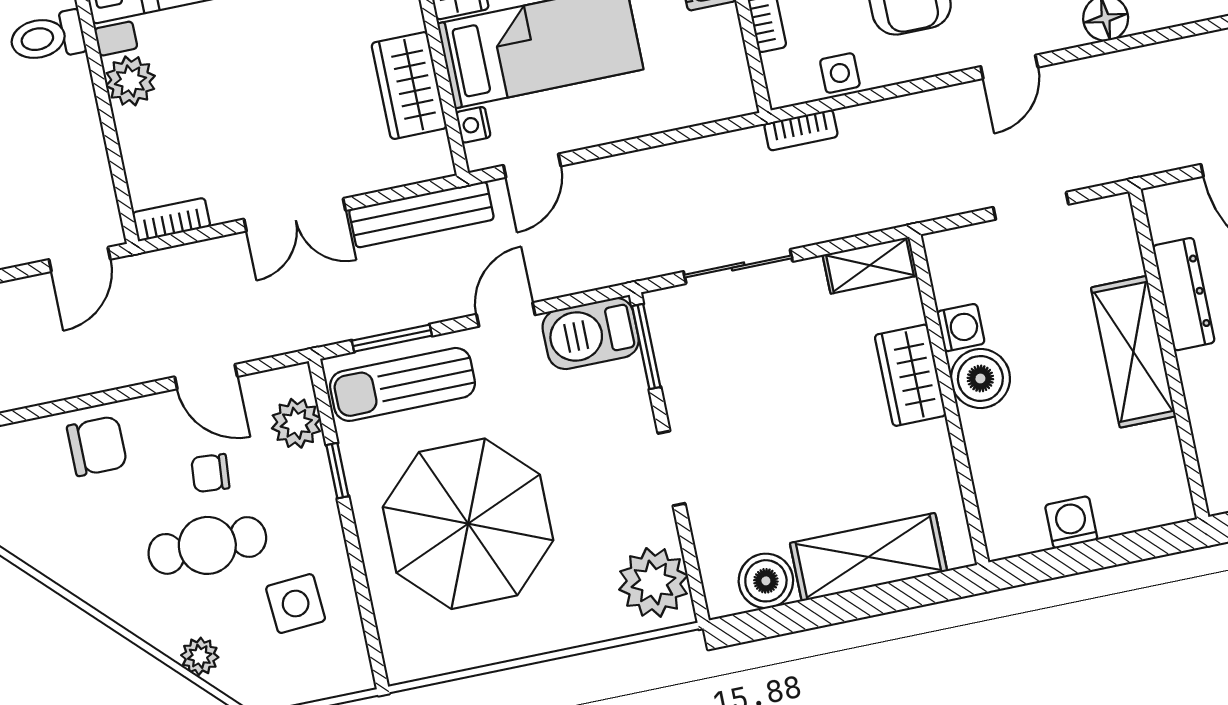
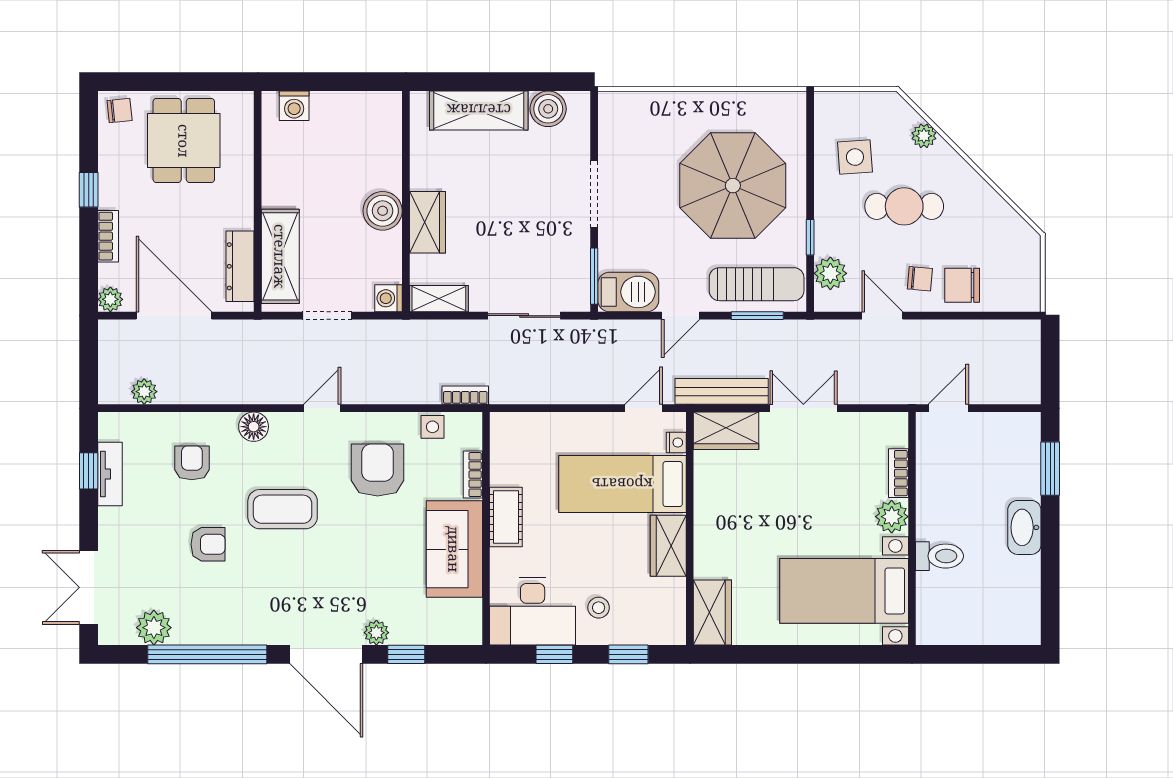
wardrobe: (409, 86) -> (726, 431), moved, turned 90
bookcase: (171, 220) -> (898, 473), moved, turned 90
dresser: (1184, 294) -> (240, 266), moved
washing machine: (961, 328) -> (389, 298), moved
shelving: (1133, 352) -> (280, 256), moved
doorway: (672, 468) -> (594, 194), width x1.38
chair: (210, 473) -> (920, 279), moved
washing machine: (1071, 522) -> (294, 106), moved
plant: (653, 582) -> (621, 123), removed

